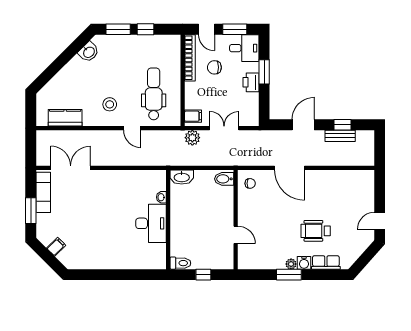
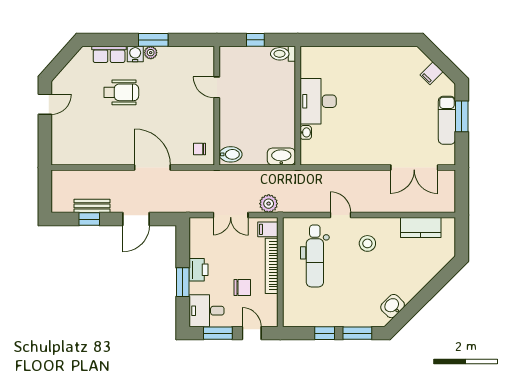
bookcase: (190, 58) -> (272, 266), moved
exam couch: (43, 192) -> (447, 120), moved

